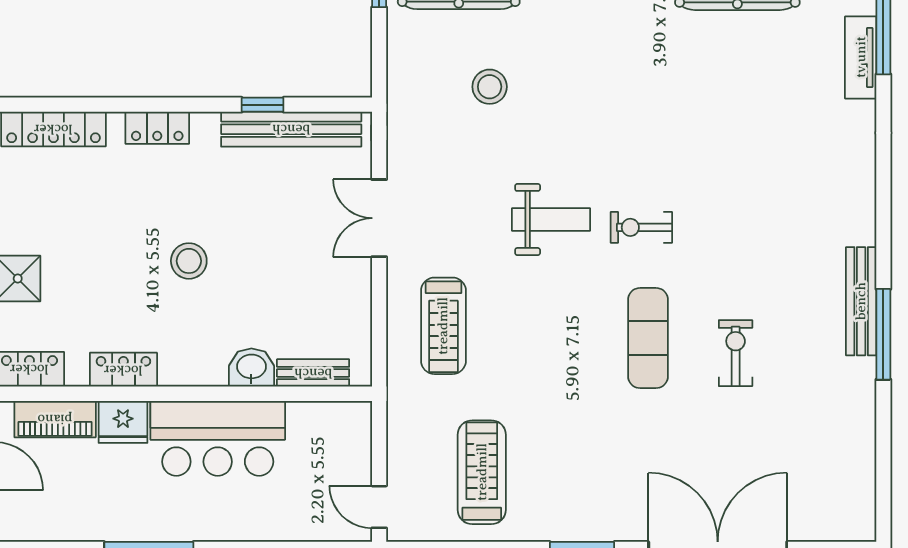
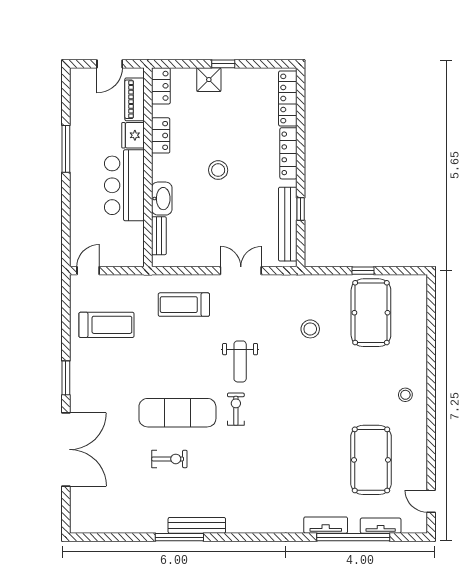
locker: (157, 128) -> (288, 153), width x1.53
exercise mat: (648, 338) -> (177, 413), width x1.36, depth x1.45
washbasin: (251, 368) -> (162, 199), width x1.38

